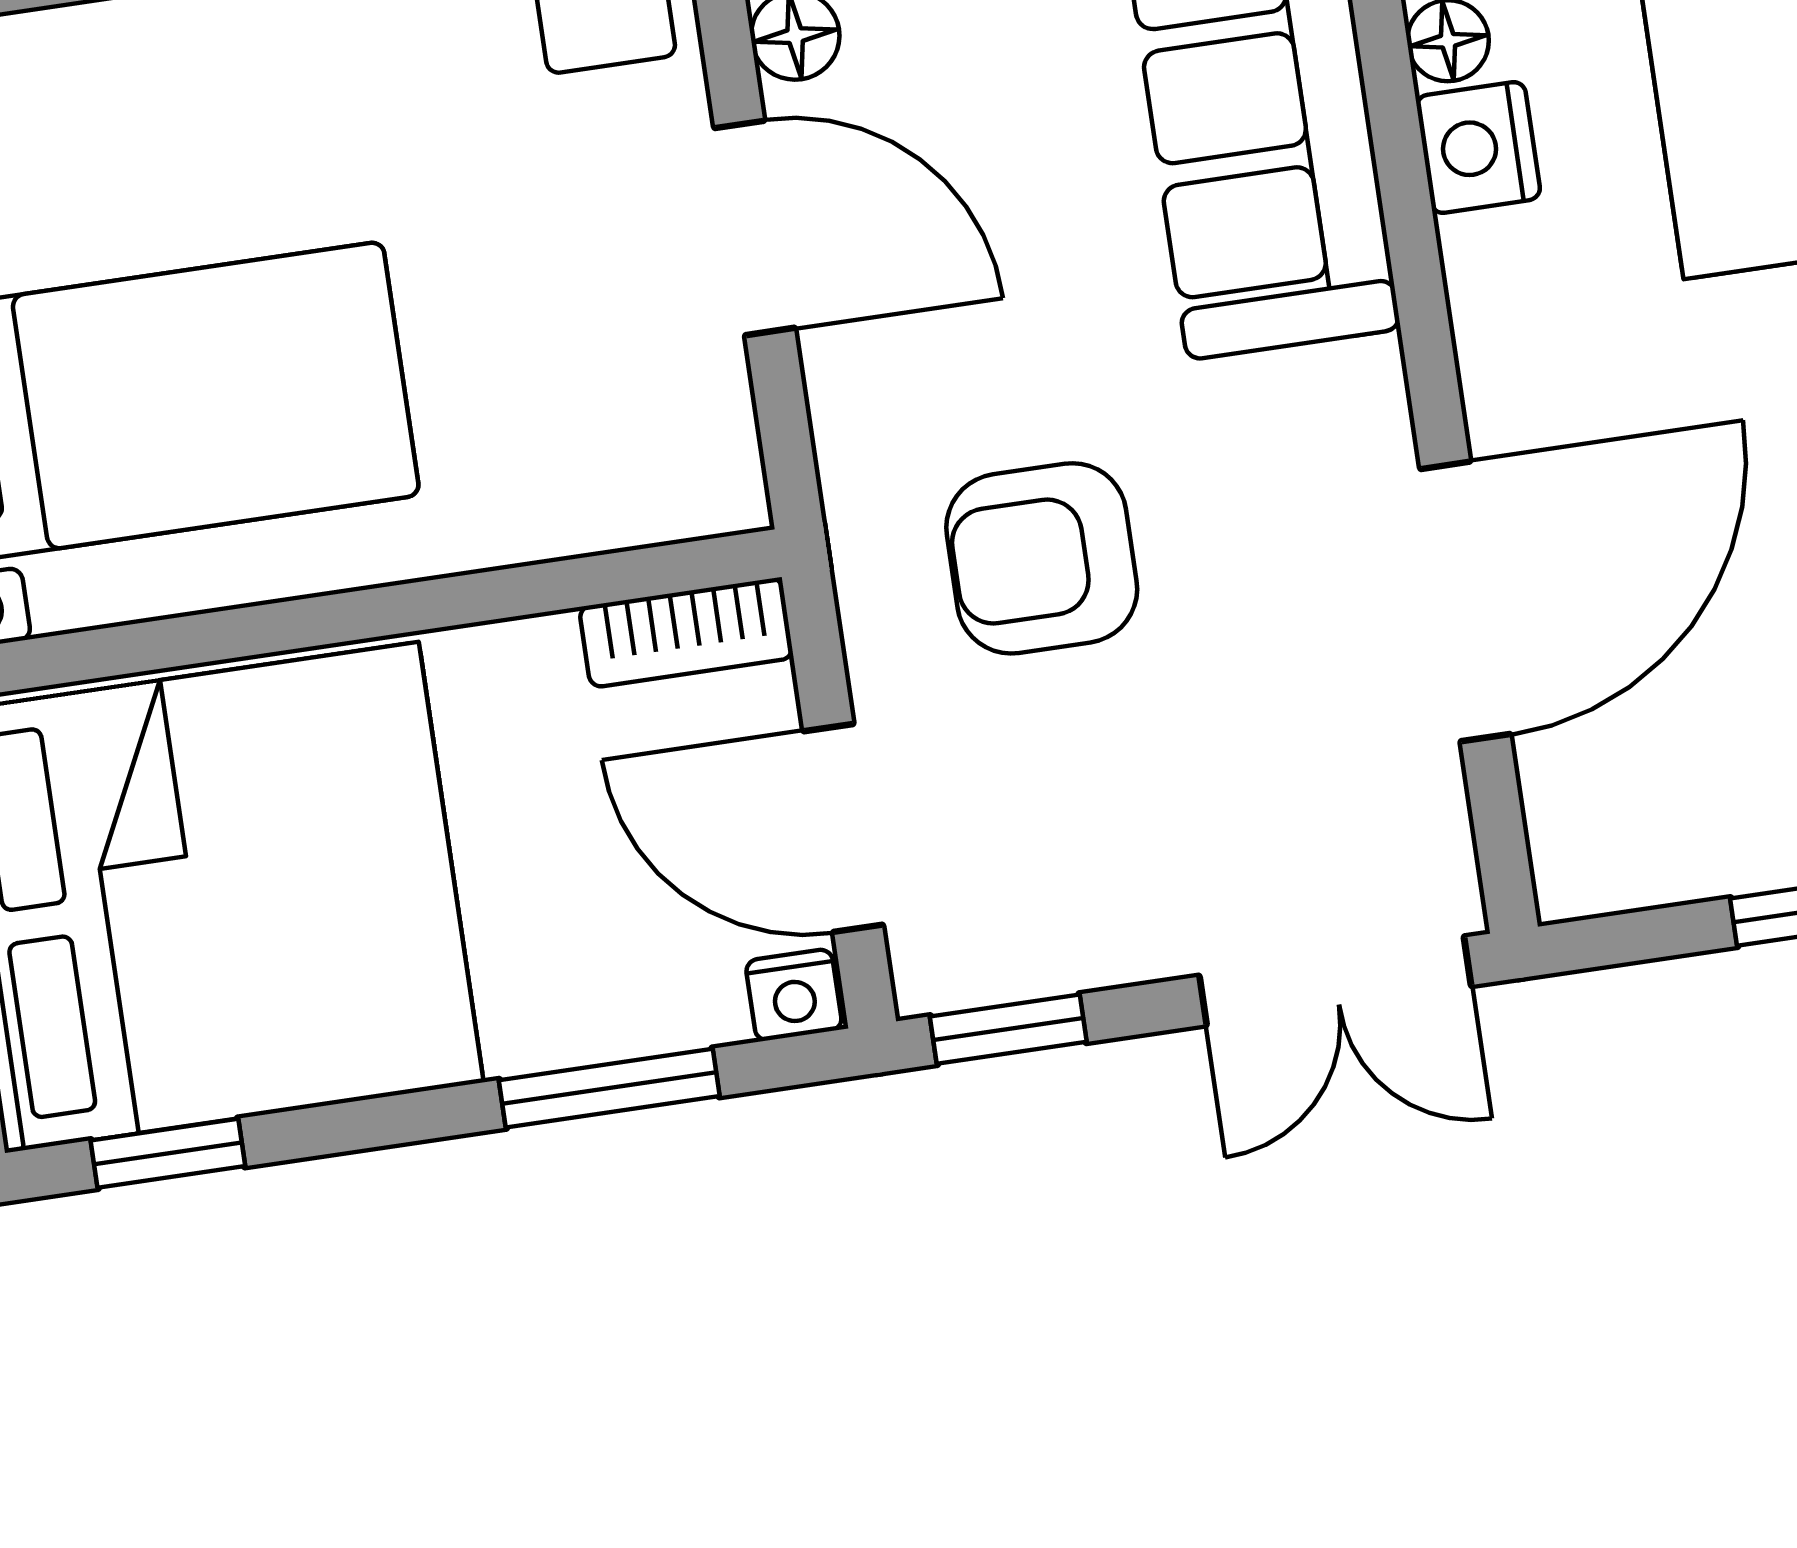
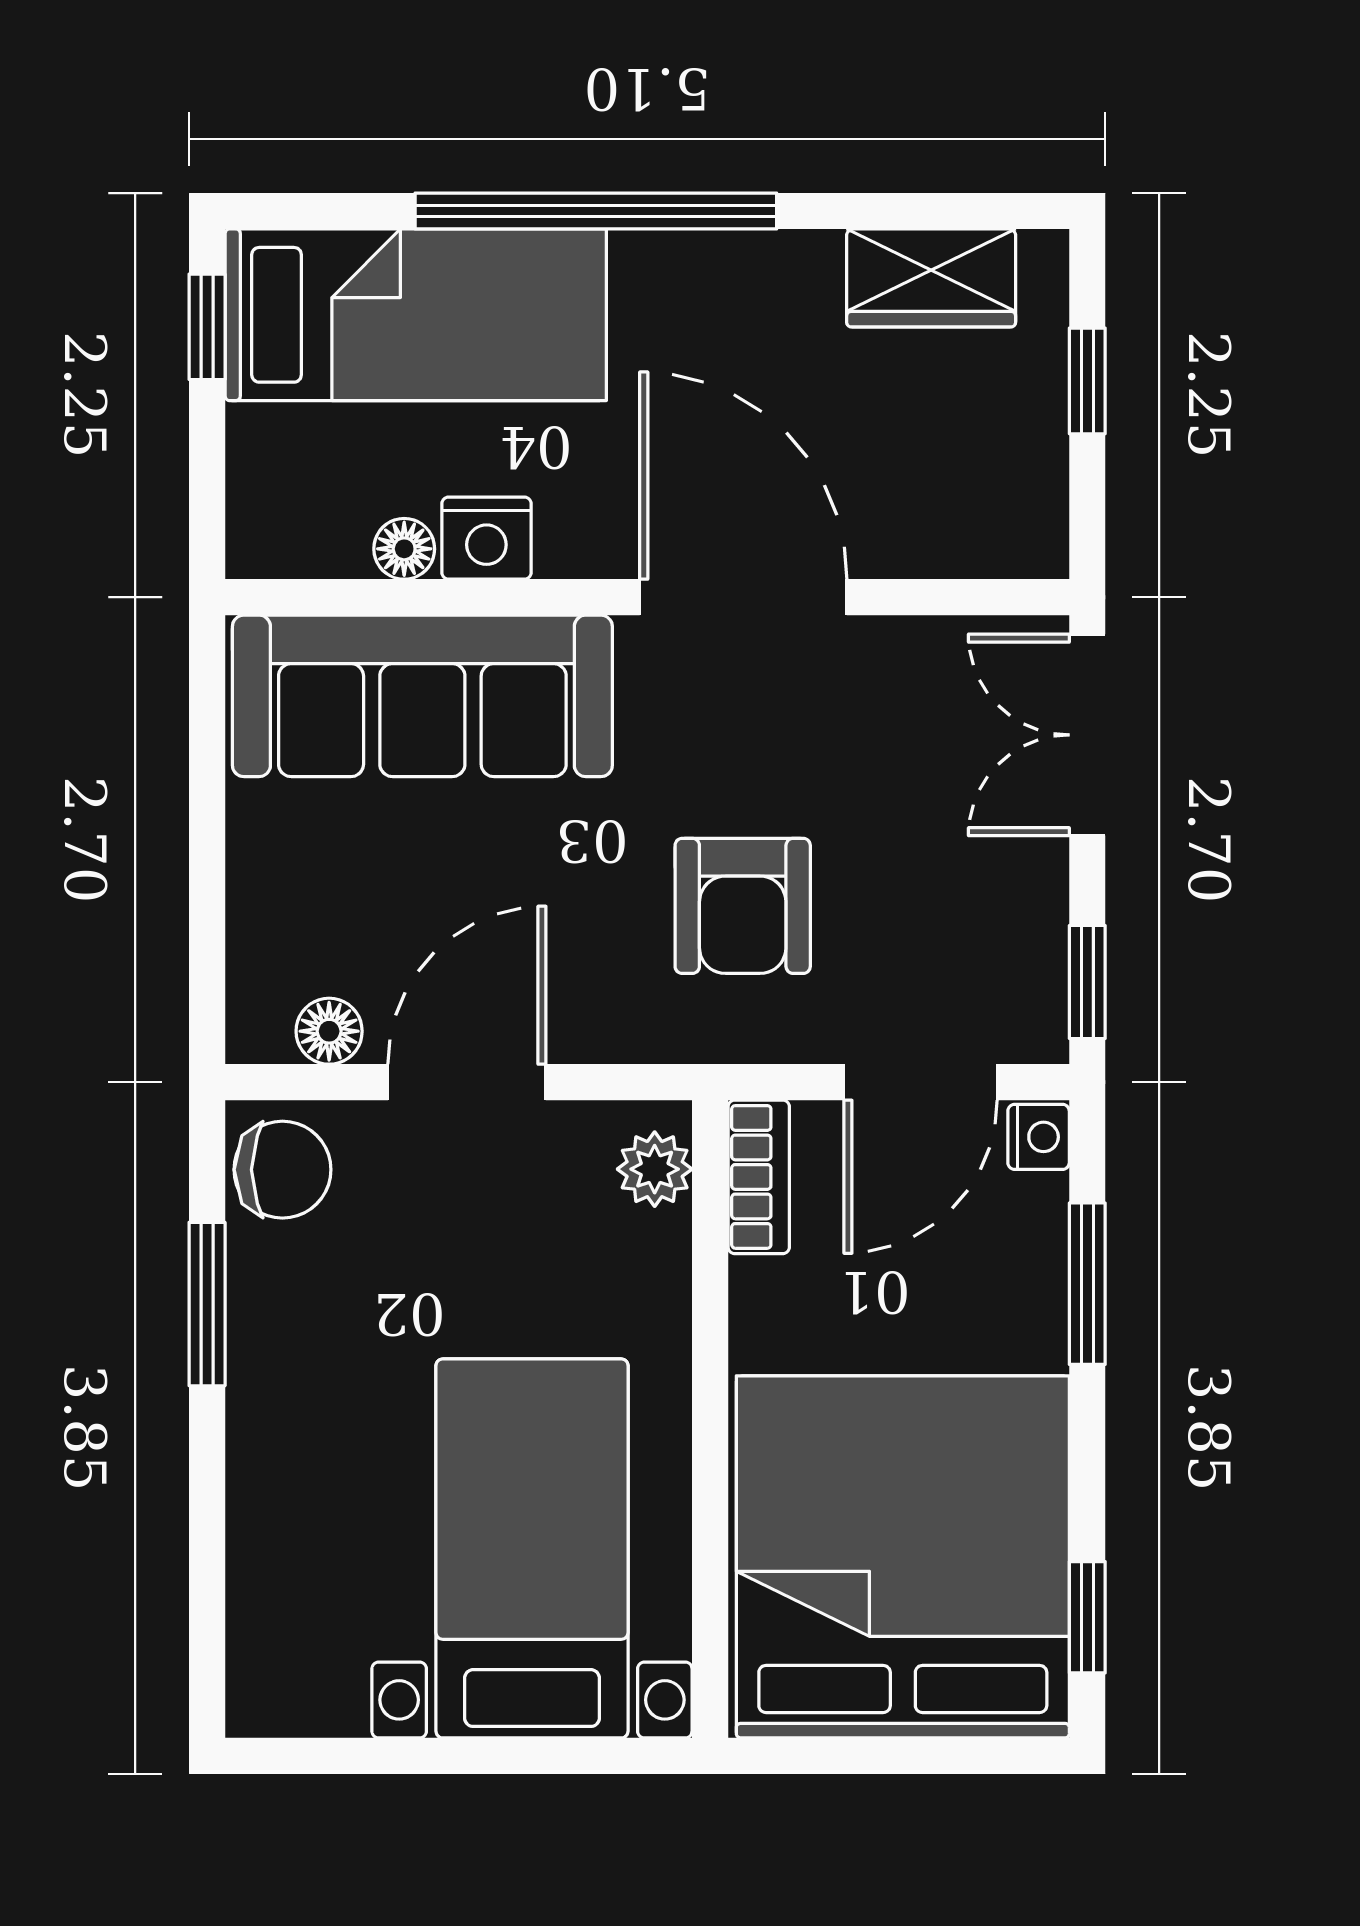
plant: (676, 493) -> (655, 1169), added
door: (1465, 601) -> (743, 597), moved
double door: (1335, 981) -> (1087, 735), swing flipped

